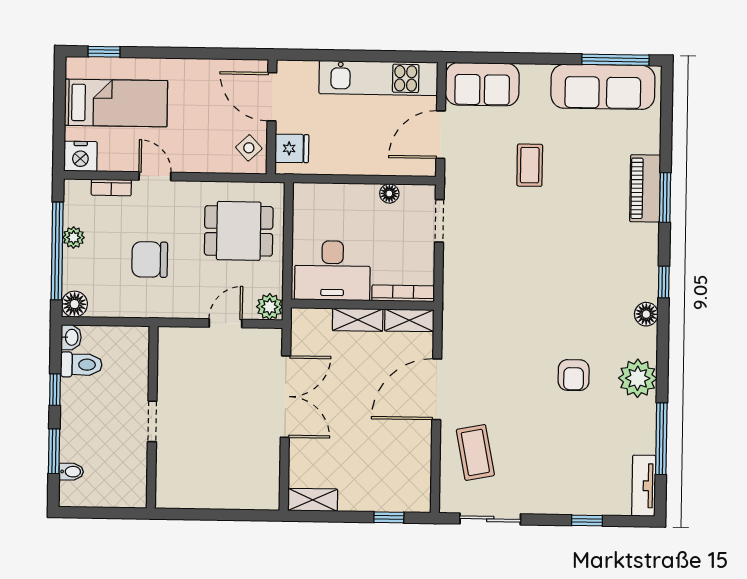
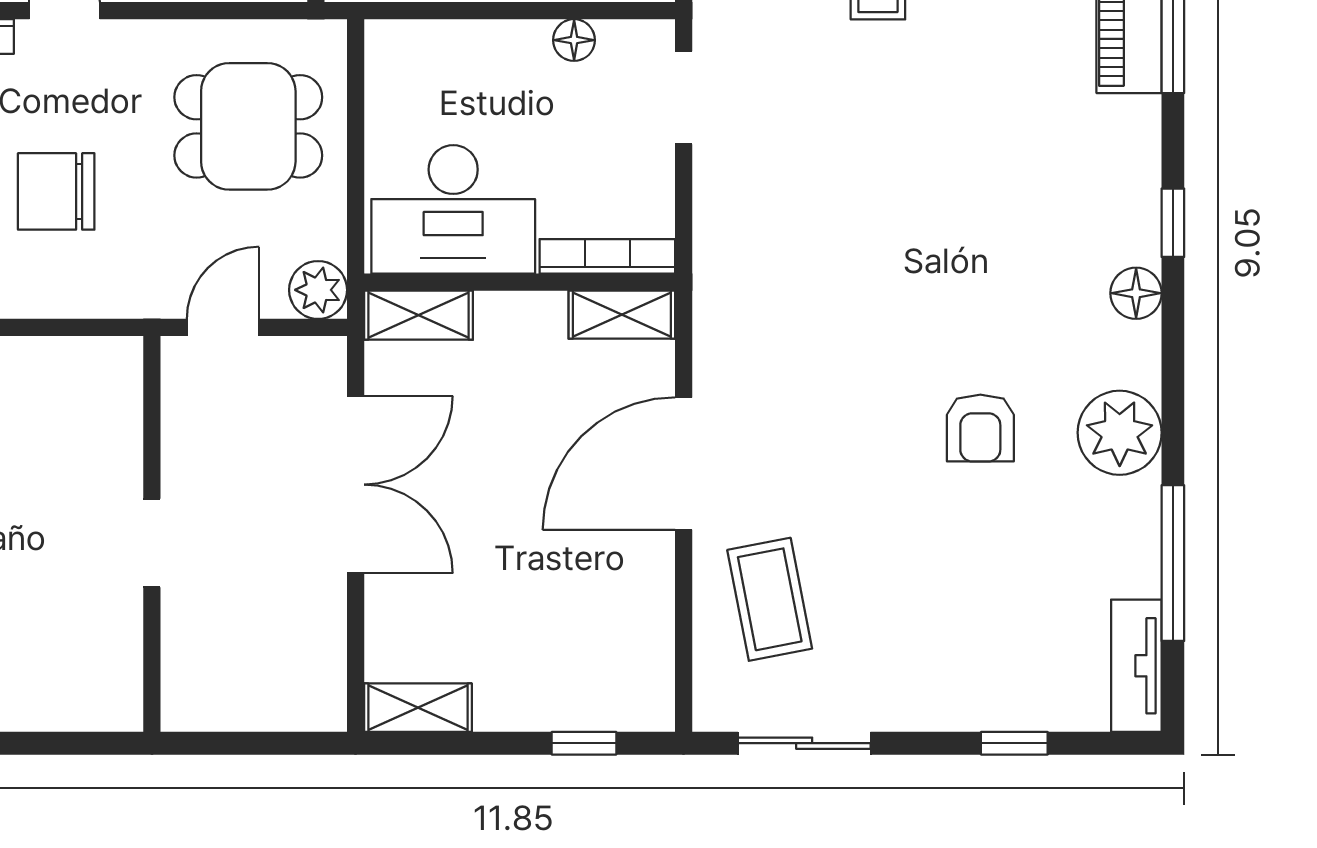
shelving: (358, 320) -> (419, 315), moved
wall: (152, 417) -> (152, 534), moved
doorway: (152, 421) -> (152, 543), moved

